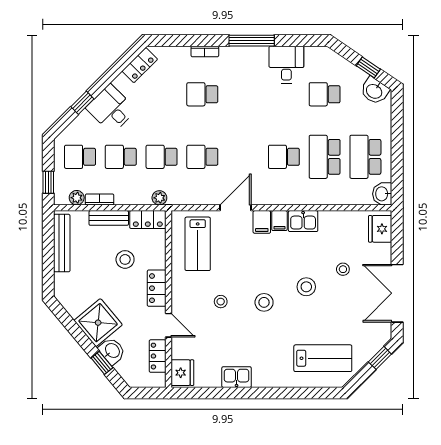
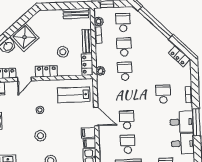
window: (82, 103) -> (155, 23), width x3.17
desk: (111, 109) -> (182, 122), moved, turned 45
school desk: (202, 157) -> (127, 120), moved
bench: (62, 243) -> (76, 13), width x0.73

